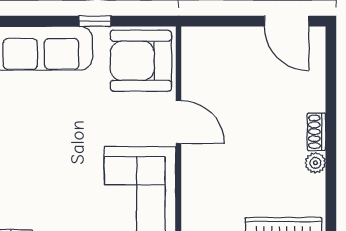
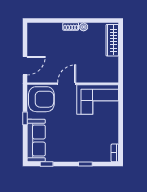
door: (287, 21) -> (25, 66), moved
armchair: (141, 61) -> (41, 99), turned -90

